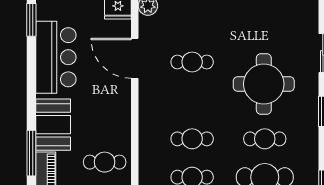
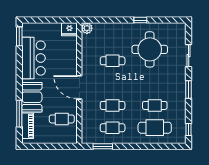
door: (135, 58) -> (79, 87), moved
round table: (264, 84) -> (150, 49), moved

